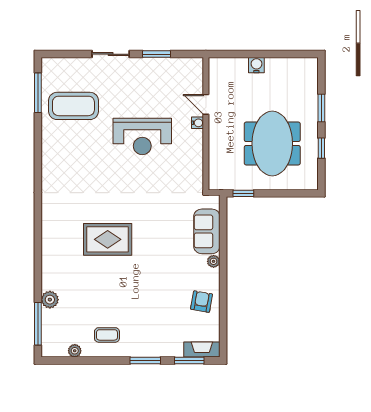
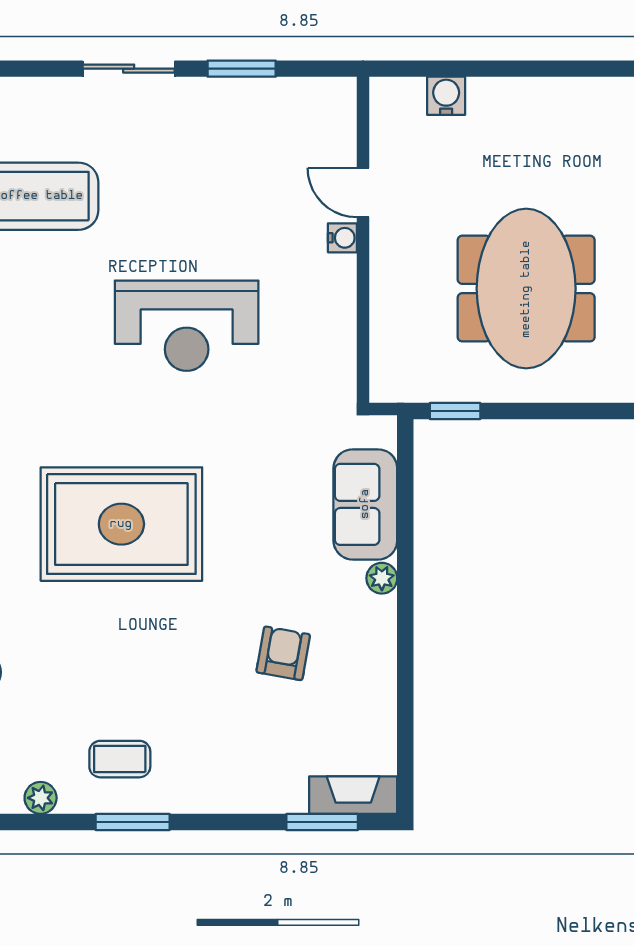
water cooler: (256, 65) -> (446, 96), moved
reception desk: (142, 136) -> (187, 326), moved
rug: (108, 239) -> (121, 524), width x1.37, depth x1.44
armchair: (202, 302) -> (283, 653), moved
window: (145, 361) -> (133, 822), moved

